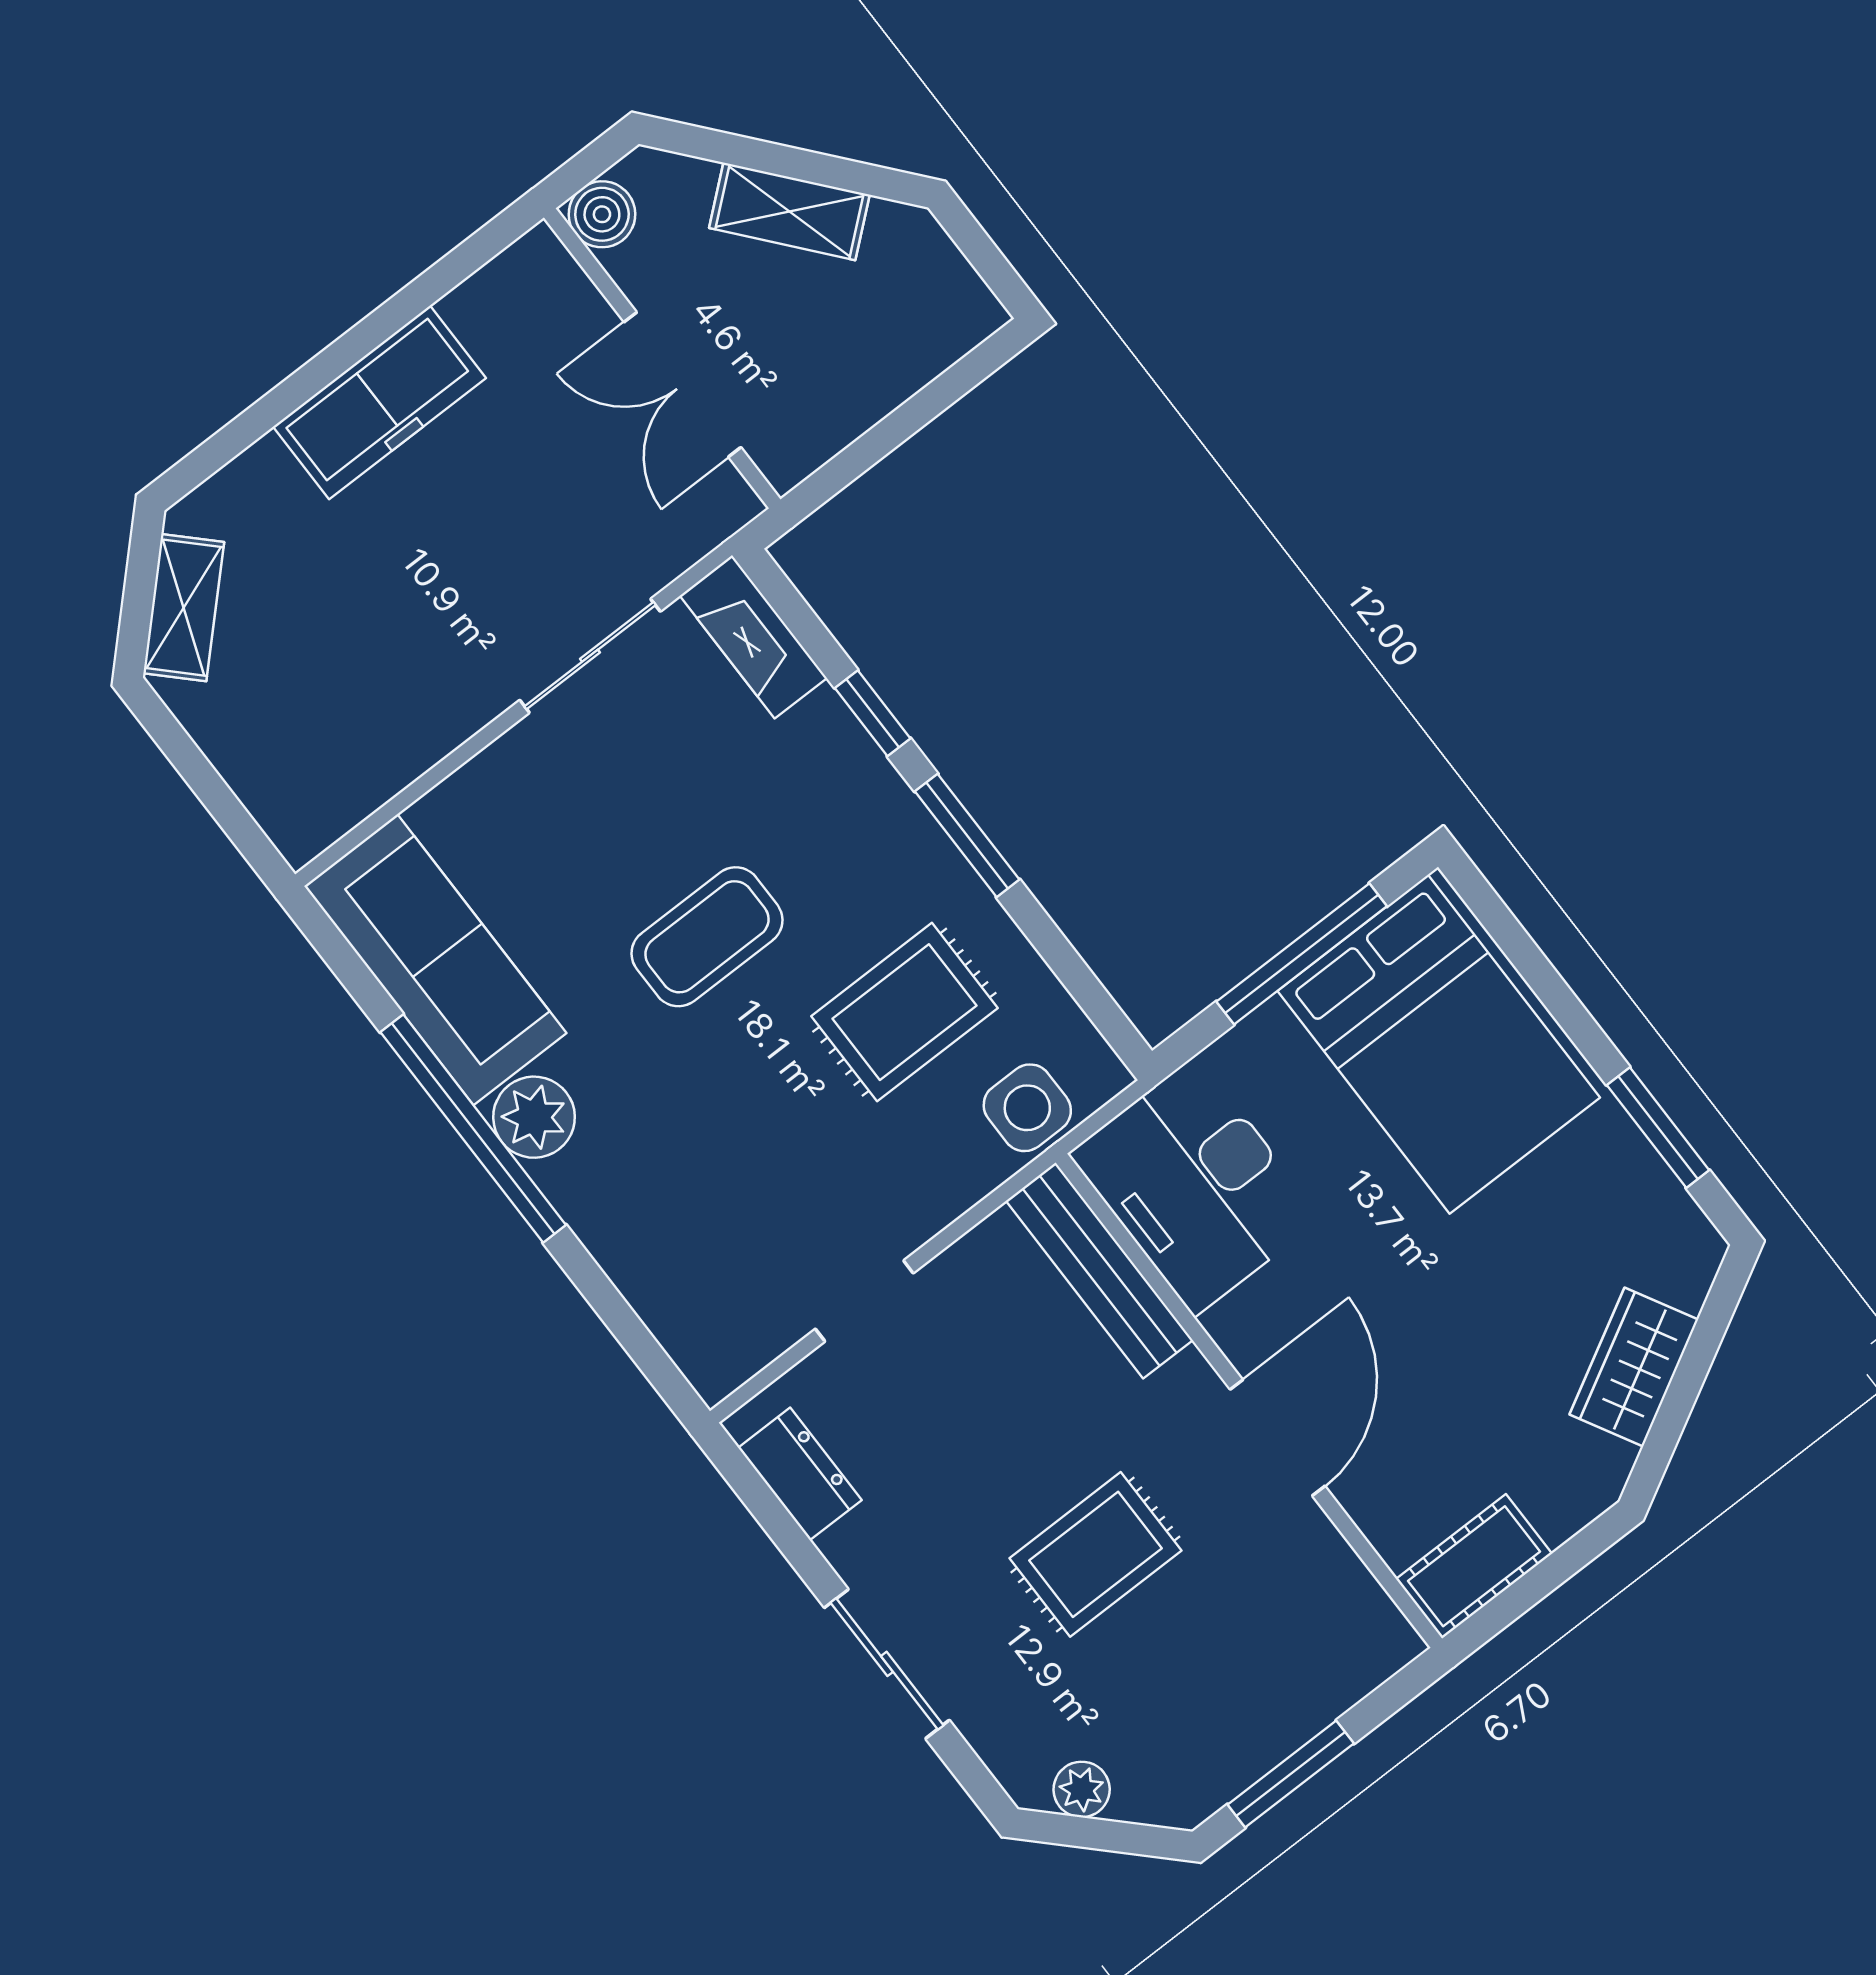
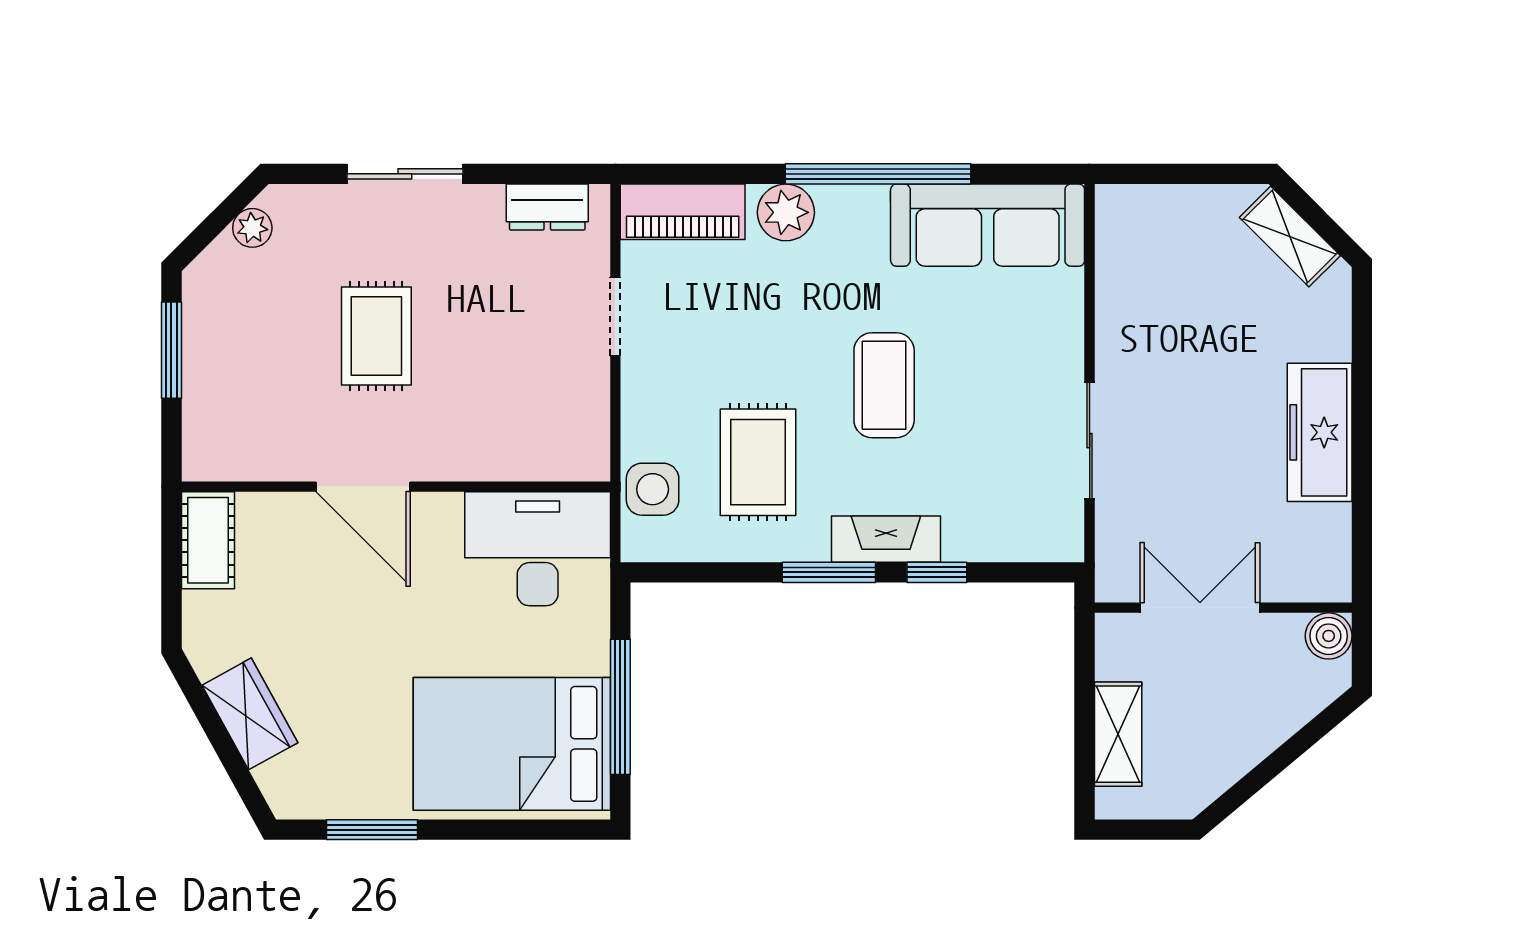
shelving: (789, 211) -> (1118, 734), moved, turned -50
fireplace: (753, 637) -> (886, 539), moved
plant: (534, 1117) -> (786, 212), moved
bench: (1099, 1270) -> (532, 460), removed
piano: (687, 1316) -> (683, 212), added

